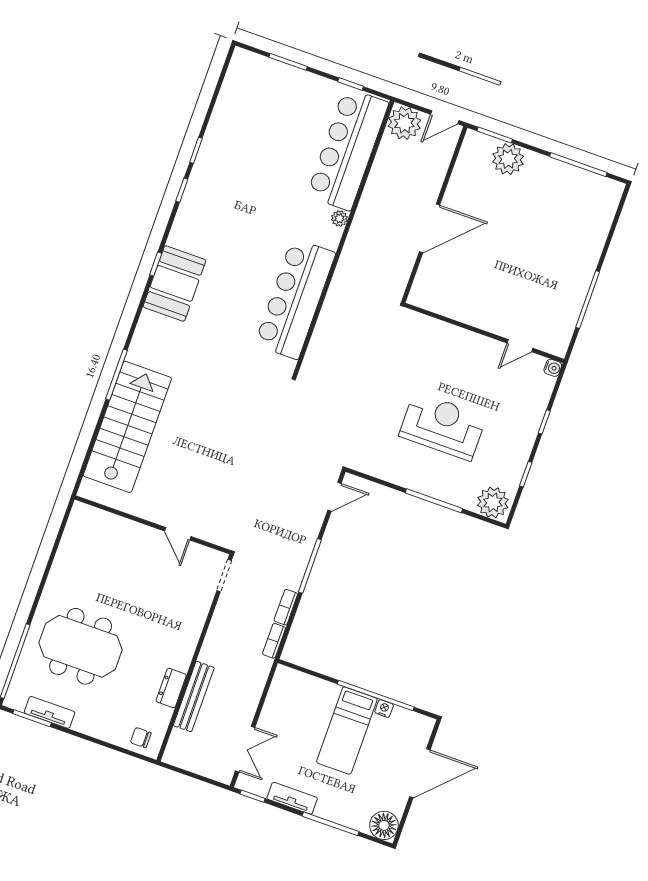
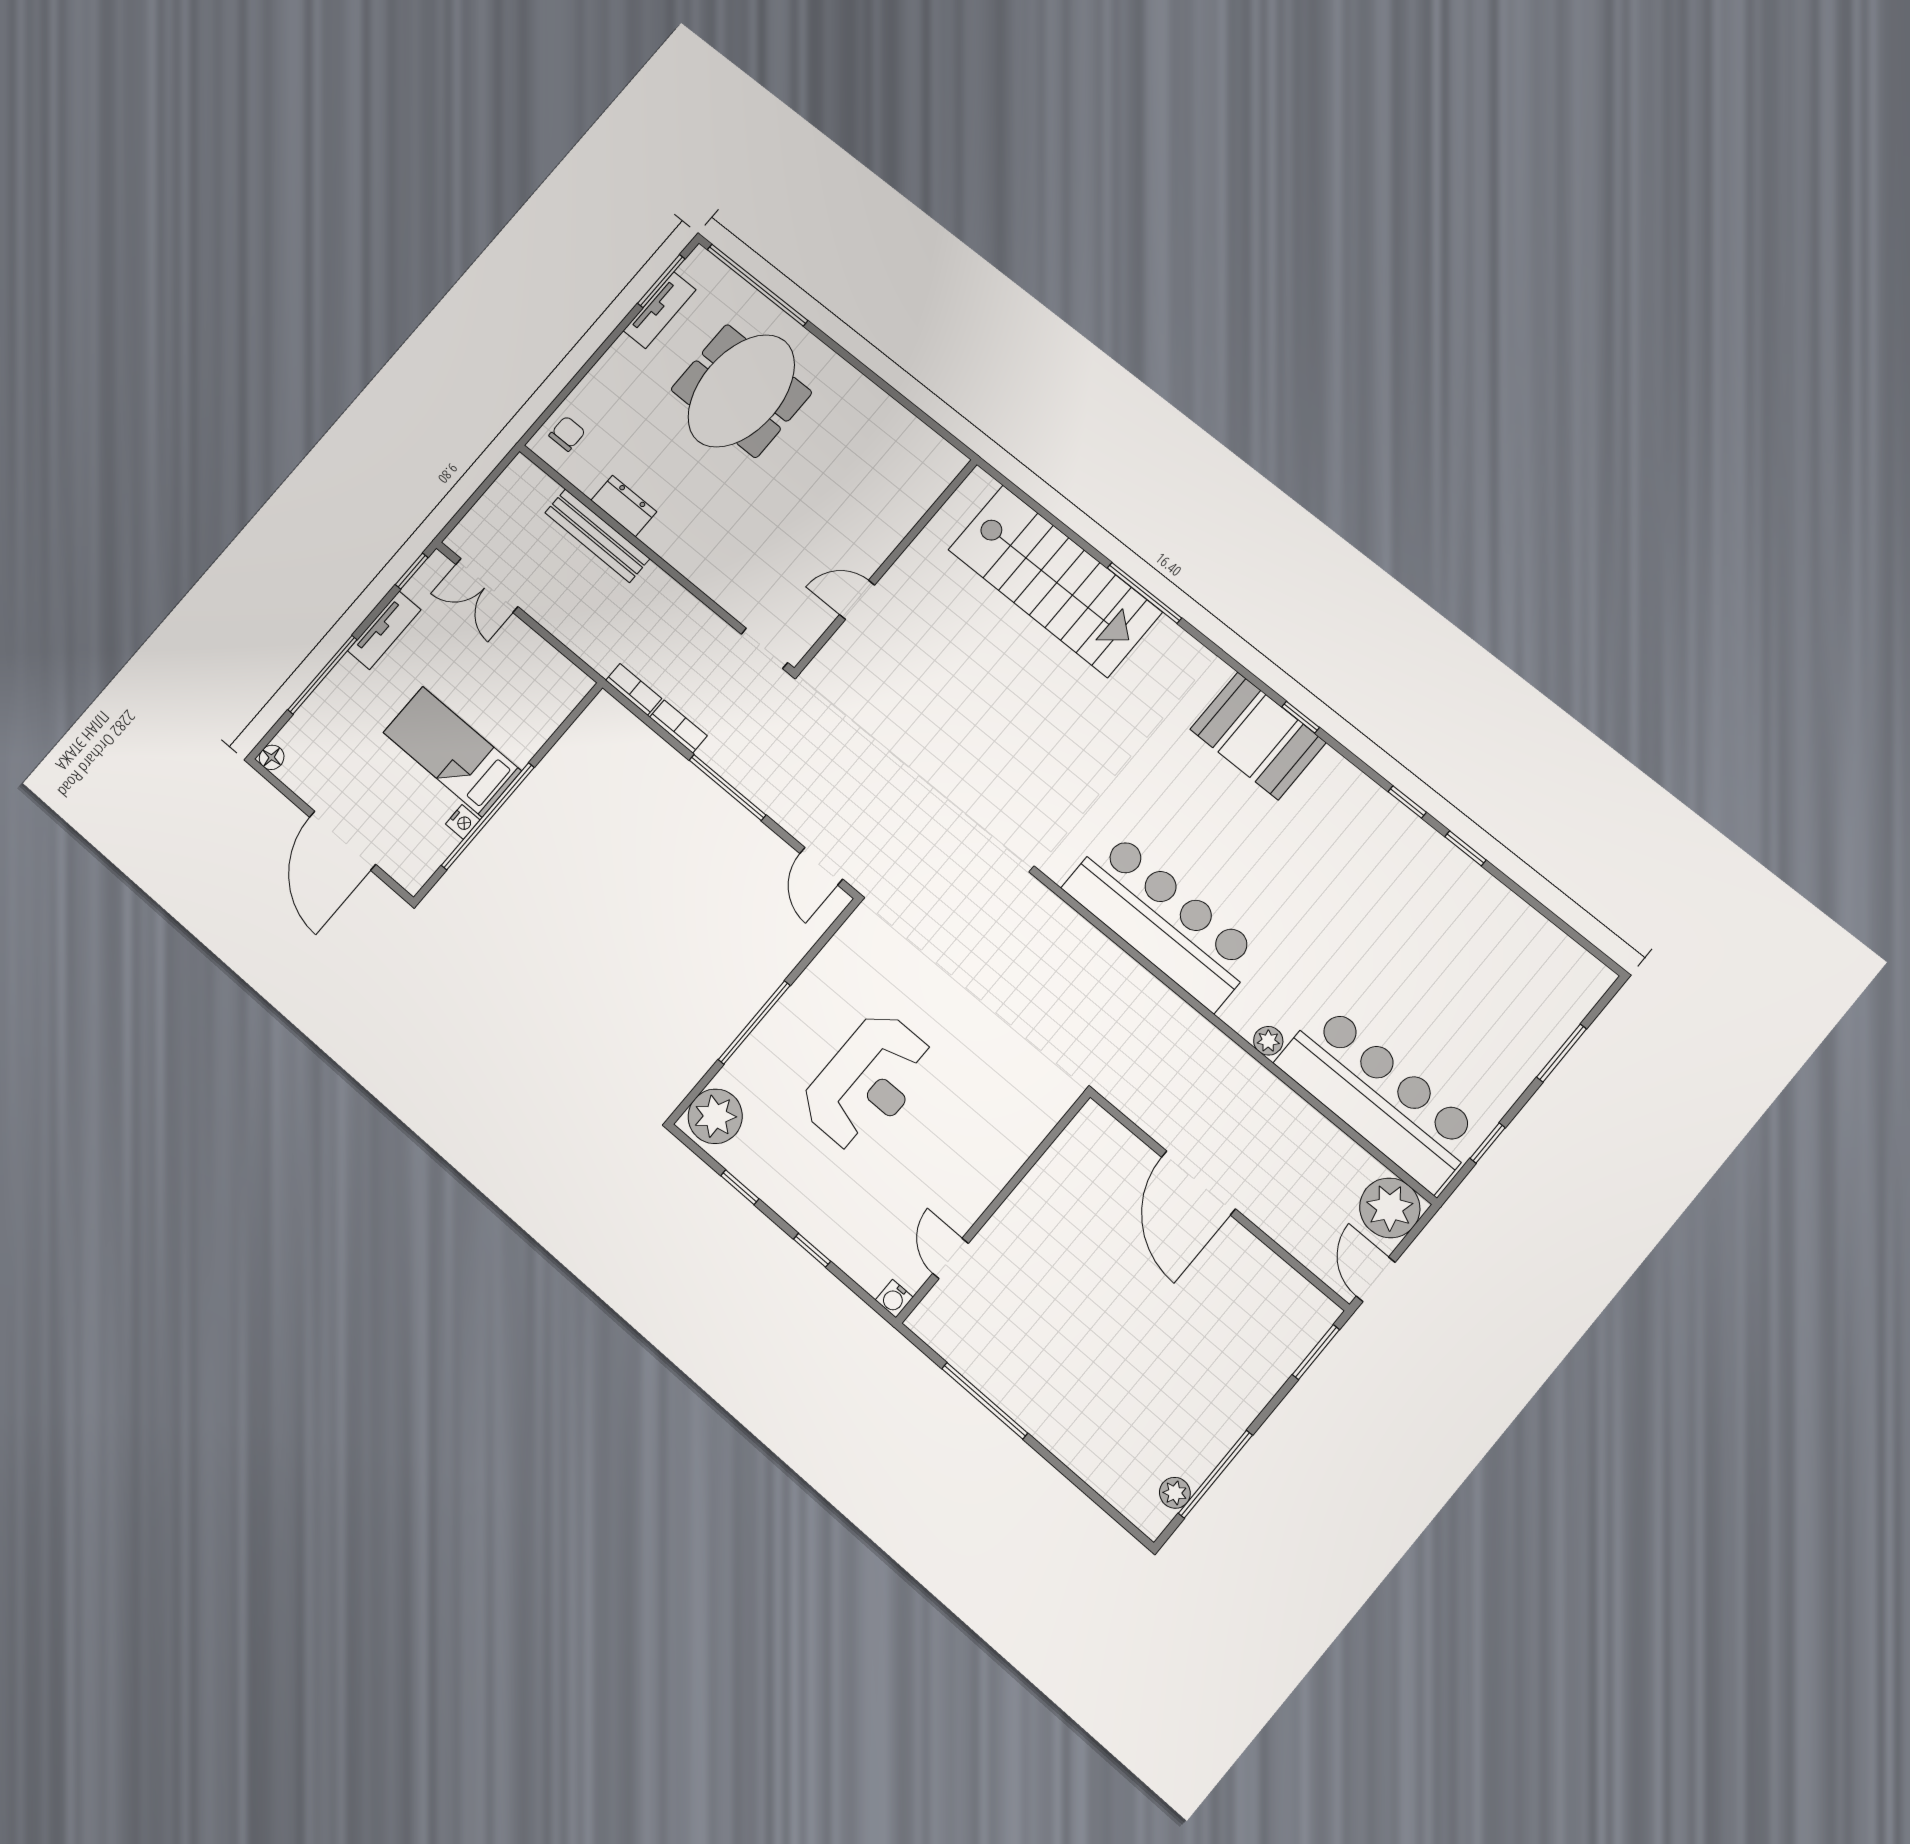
plant: (508, 159) -> (1175, 1493), moved, width x0.53, depth x0.53
floor lamp: (384, 825) -> (272, 757), width x0.53, depth x0.53

